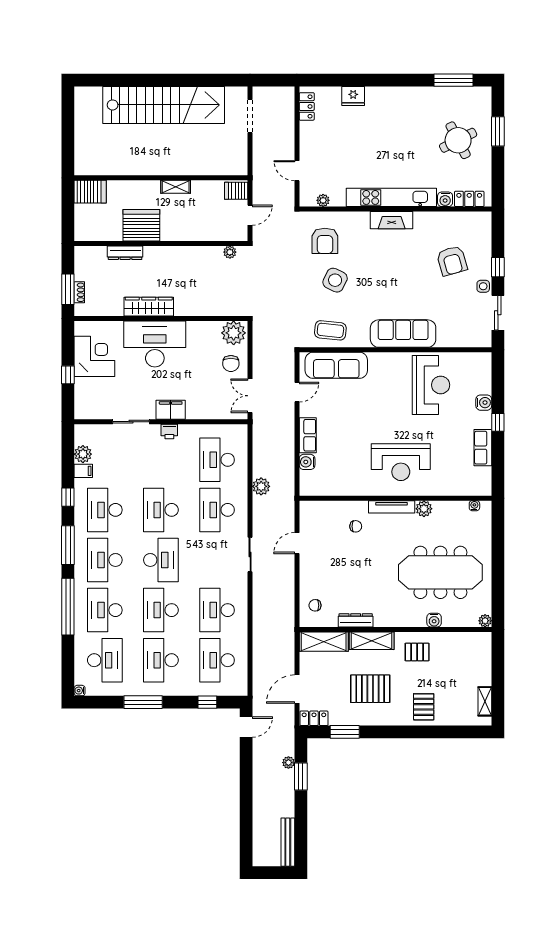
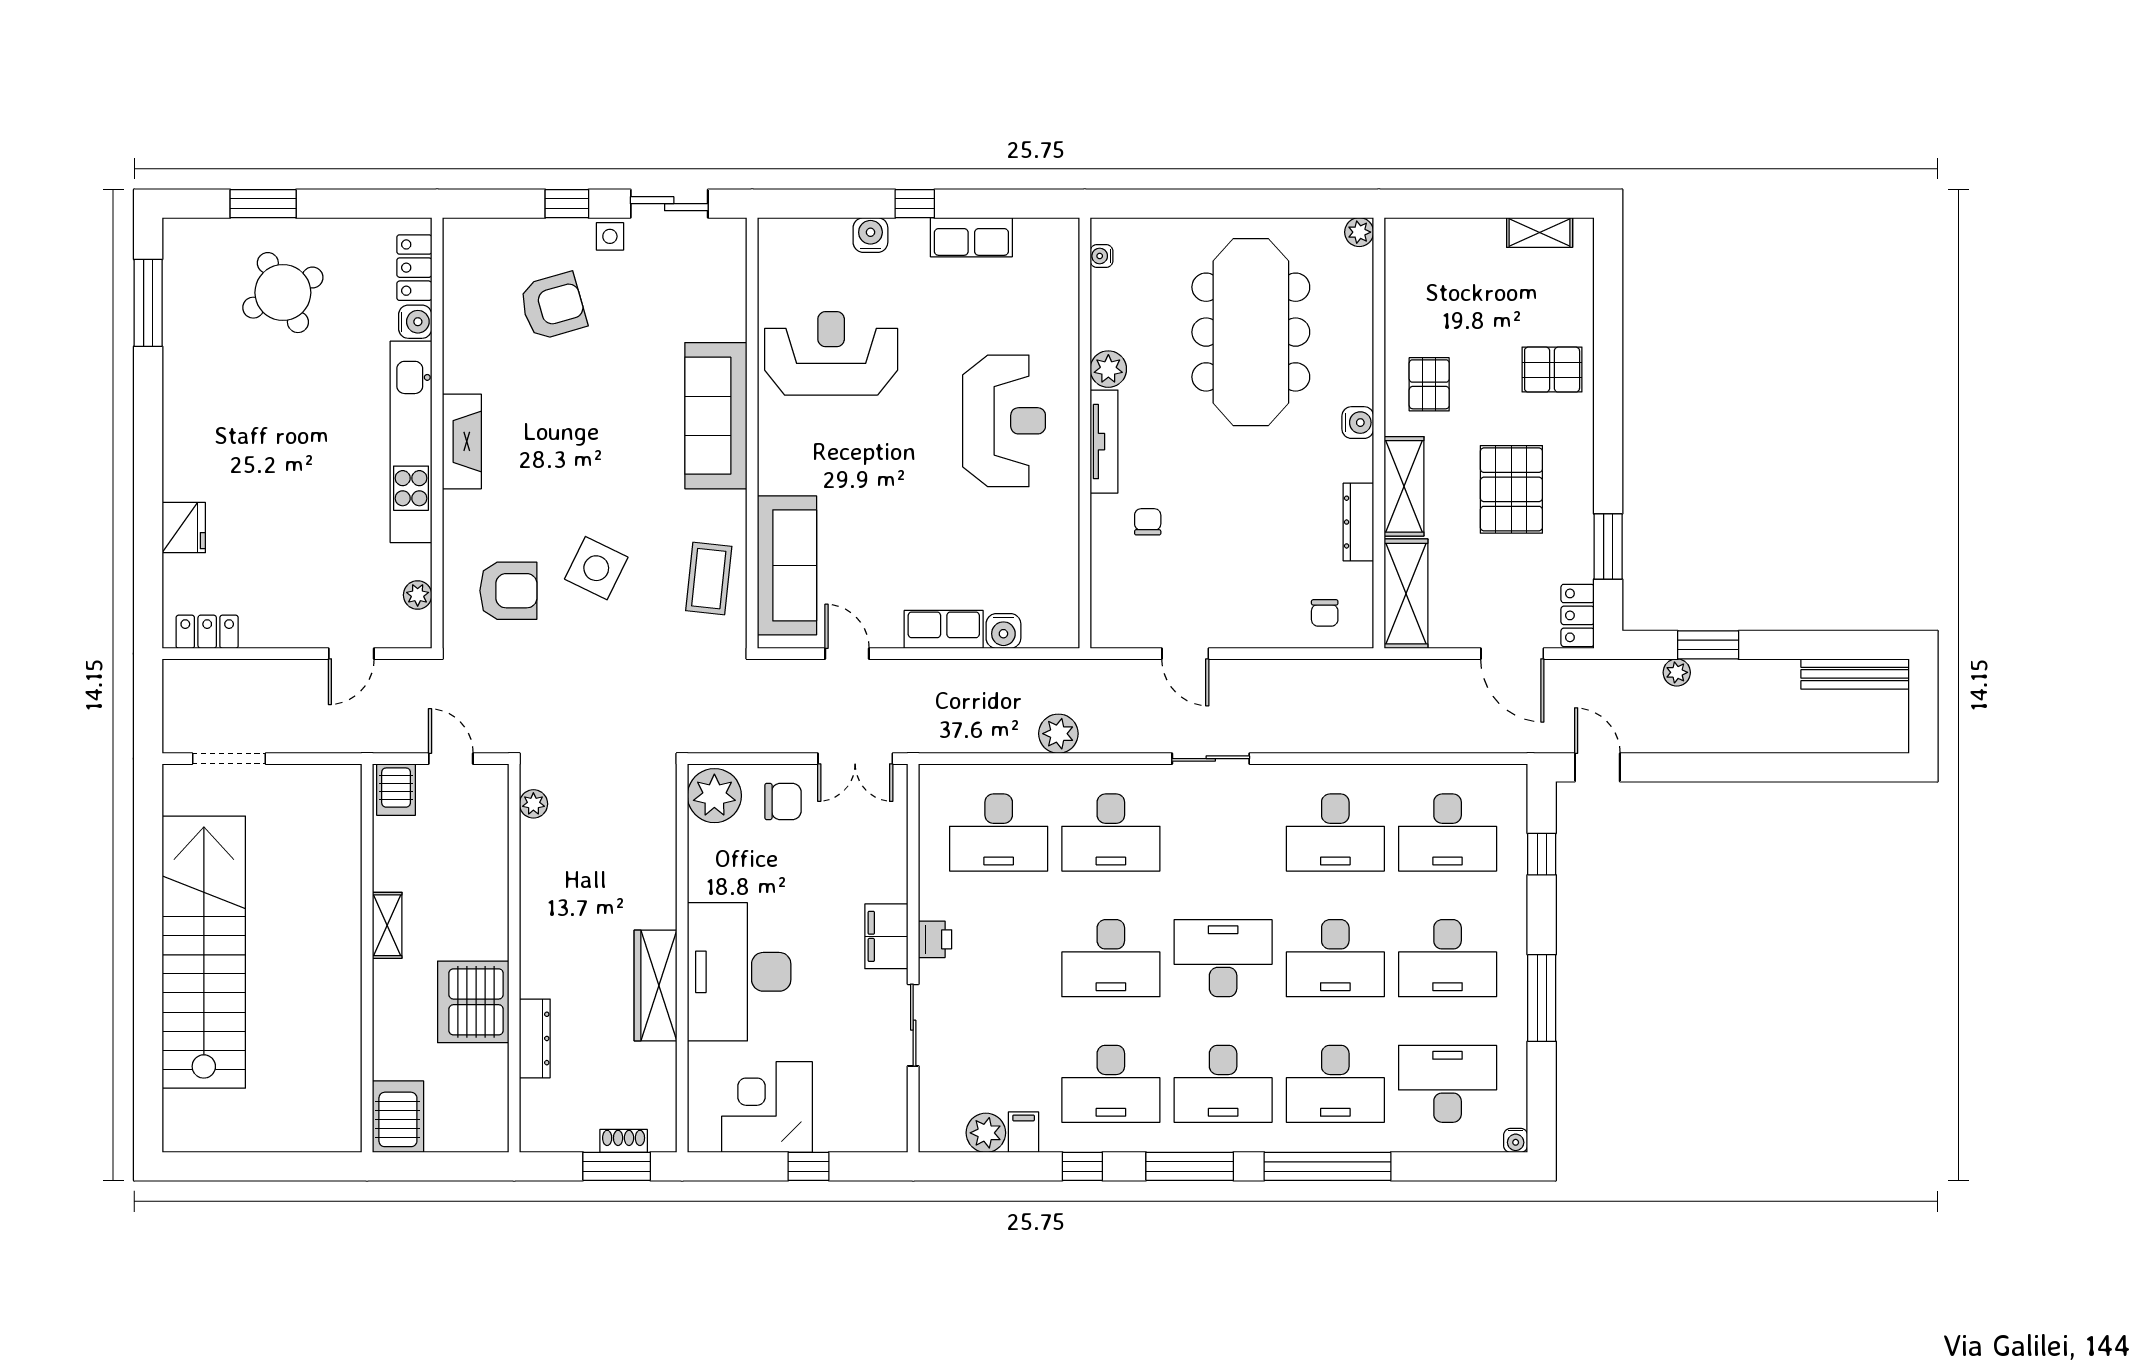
water cooler: (434, 620) -> (1358, 423), moved

